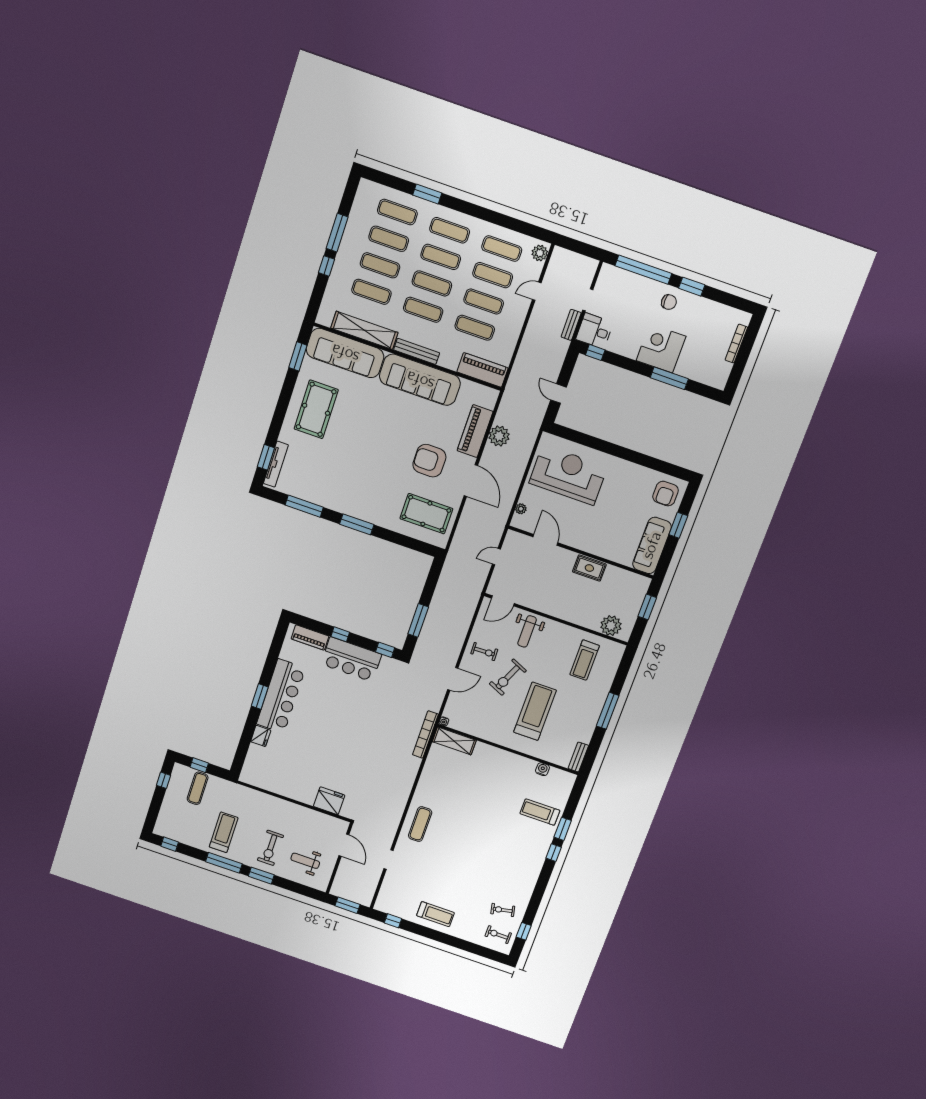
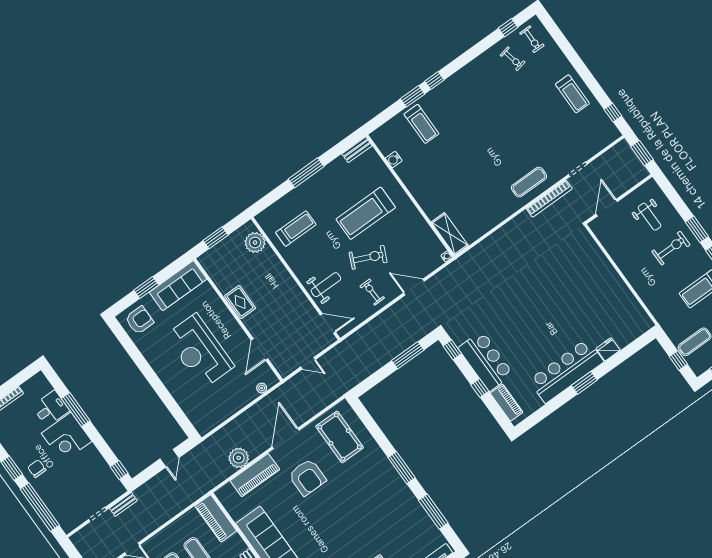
desk: (595, 331) -> (51, 409), moved, turned -90
reception desk: (568, 475) -> (199, 351), moved
bookcase: (425, 734) -> (549, 199), moved
fridge: (329, 801) -> (591, 255), removed
treadmill: (435, 914) -> (572, 94), turned 180

